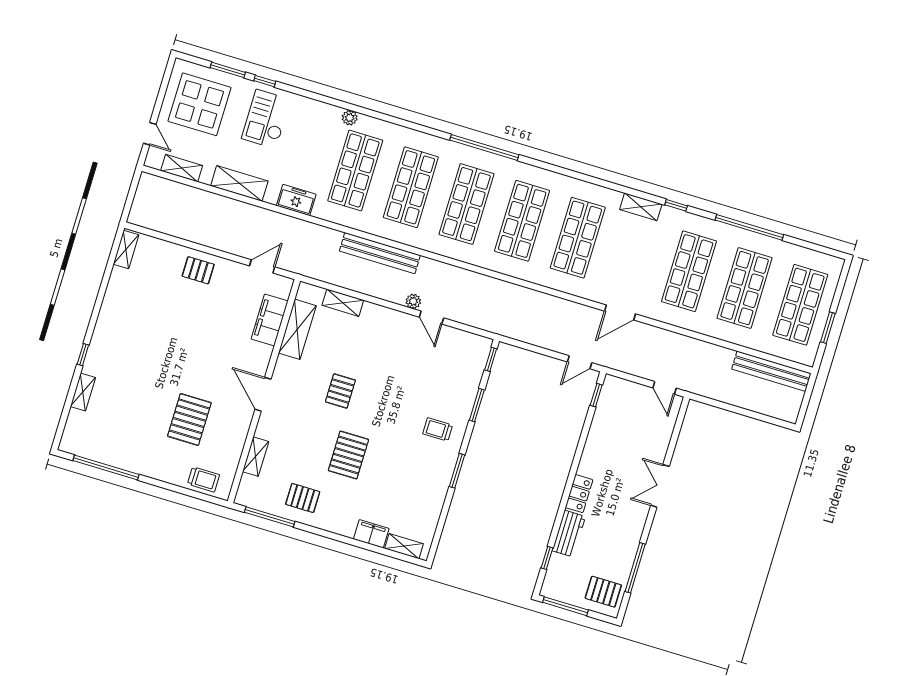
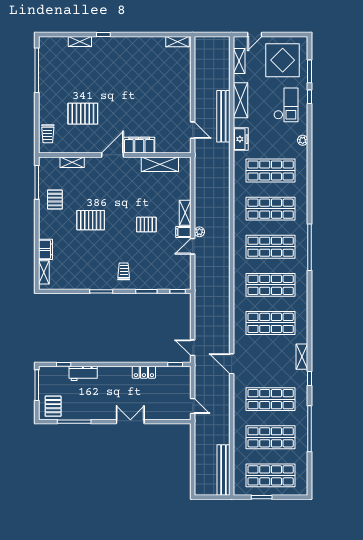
plant: (350, 118) -> (303, 140), moved
checkout: (266, 119) -> (286, 105), turned 90
bench: (380, 253) -> (223, 116), moved
pallet: (198, 270) -> (178, 91), removed
shelving: (343, 303) -> (185, 213), moved
filing cabinet: (270, 320) -> (139, 145), moved
filing cabinet: (407, 325) -> (183, 232), added
door: (665, 388) -> (193, 406), swing flipped
pallet: (340, 391) -> (146, 225), moved
locker: (579, 494) -> (144, 372), moved

